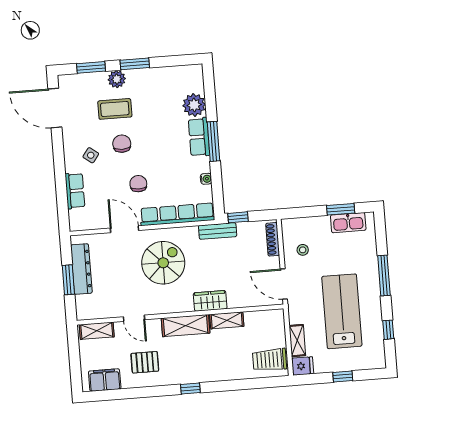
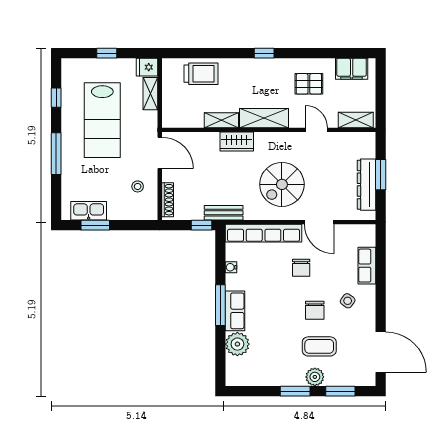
trolley: (269, 360) -> (201, 74), moved

